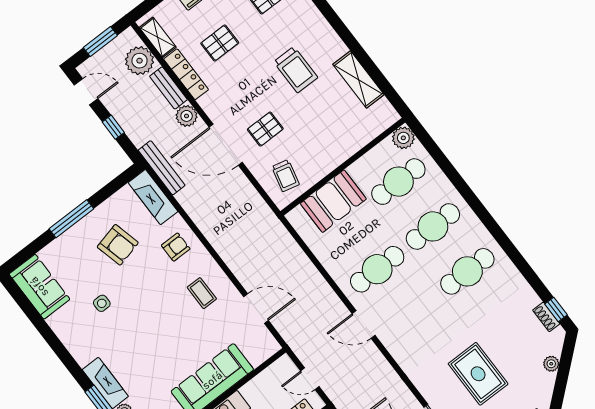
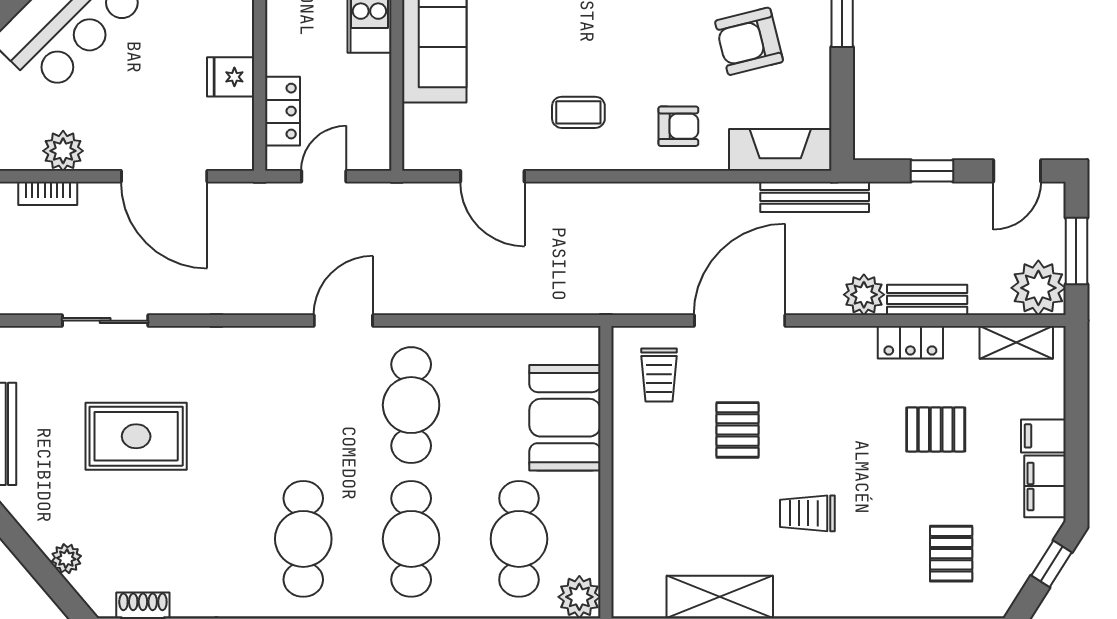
pallet: (220, 43) -> (936, 429), turned 90
plant: (140, 61) -> (1038, 288), moved
trolley: (296, 70) -> (807, 513), width x0.73, depth x0.72
locker: (186, 74) -> (910, 342), width x0.66
pallet: (265, 129) -> (738, 430), moved
door: (226, 145) -> (740, 321), moved
trolley: (285, 176) -> (659, 375), turned -104
armchair: (176, 247) -> (678, 126), turned -90
door: (256, 309) -> (492, 176), hinge flipped

